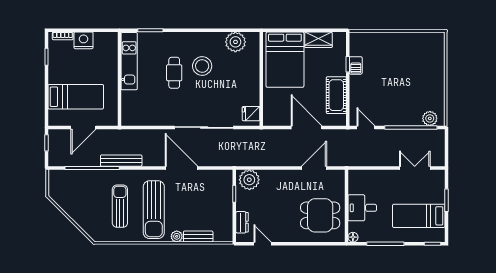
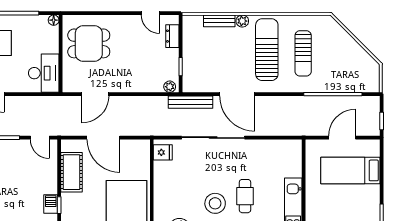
bench: (121, 161) -> (191, 102), moved
plant: (249, 180) -> (170, 87), width x0.53, depth x0.53
desk: (362, 208) -> (44, 73), moved, width x1.37

